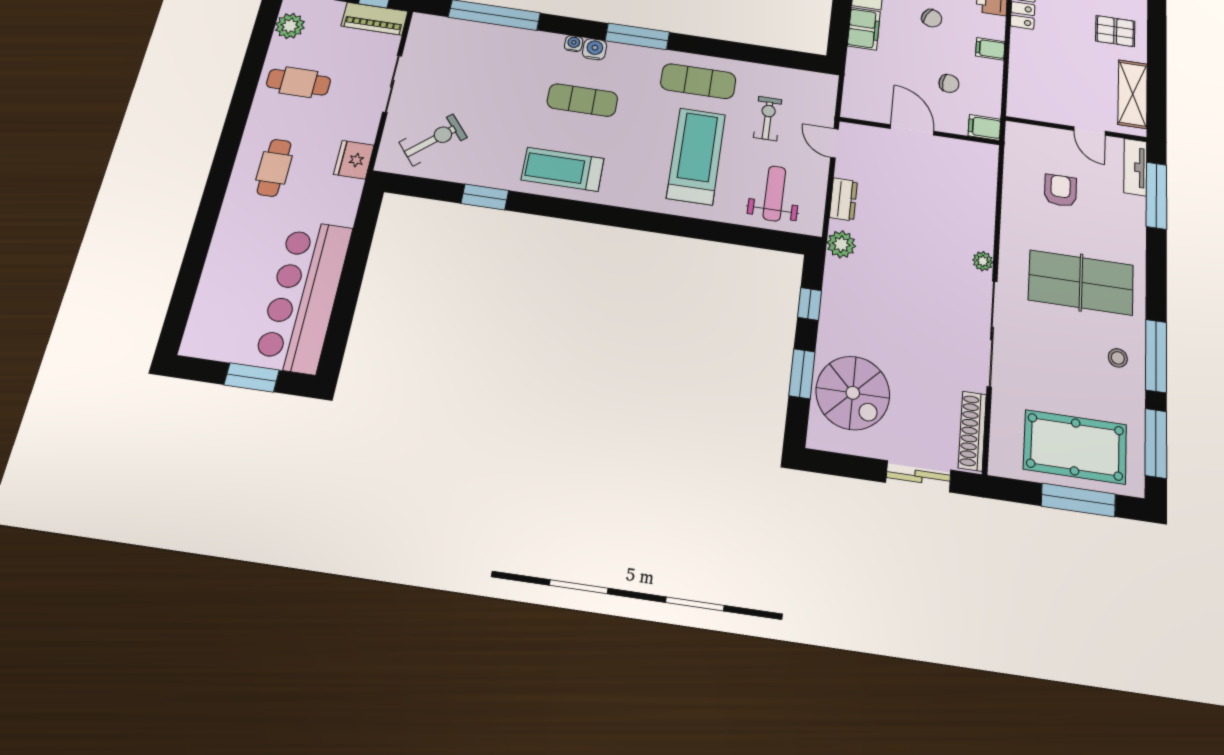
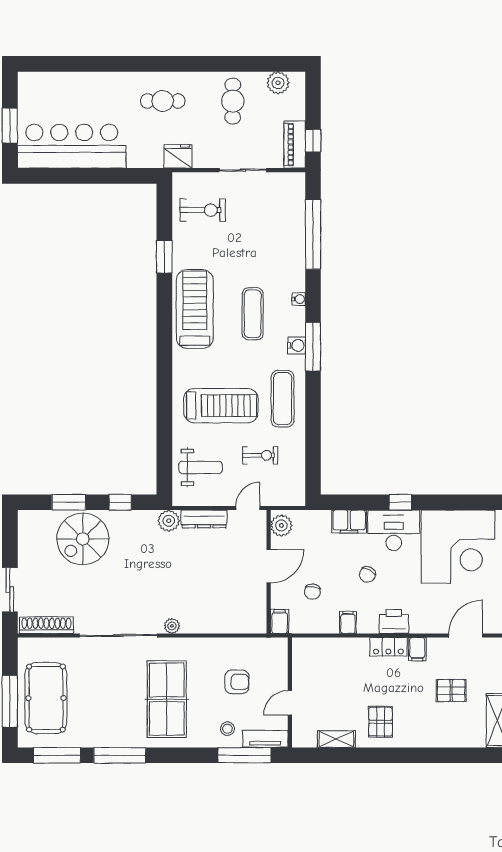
water cooler: (595, 49) -> (297, 345), moved
shelving: (1133, 94) -> (336, 739), width x0.67, depth x0.75
plant: (861, 107) -> (281, 526), added
exercise bike: (433, 140) -> (203, 210), turned -50
treadmill: (563, 169) -> (195, 309), width x1.37, depth x1.38
dresser: (843, 199) -> (204, 519), width x1.44
stool: (1118, 358) -> (227, 729), moved
spiral stairs: (853, 393) -> (83, 539), moved

